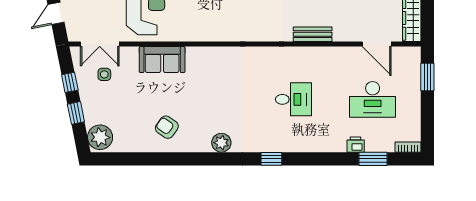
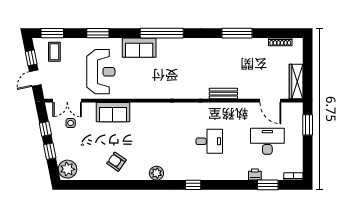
desk: (373, 99) -> (267, 141), turned 180

